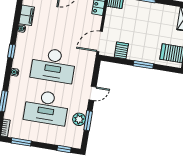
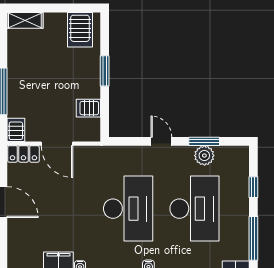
door: (100, 42) -> (57, 144), moved
window: (21, 142) -> (253, 238), width x1.44
window: (64, 149) -> (253, 187), moved

